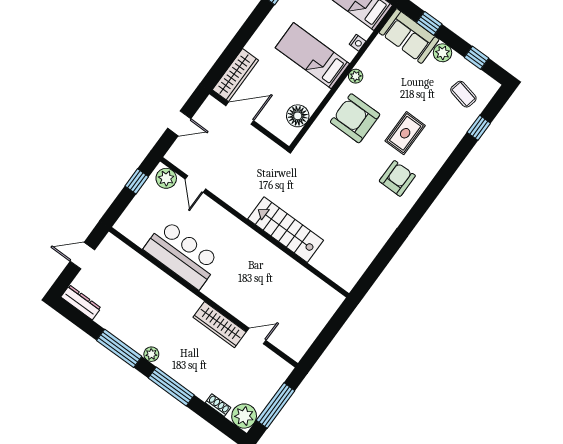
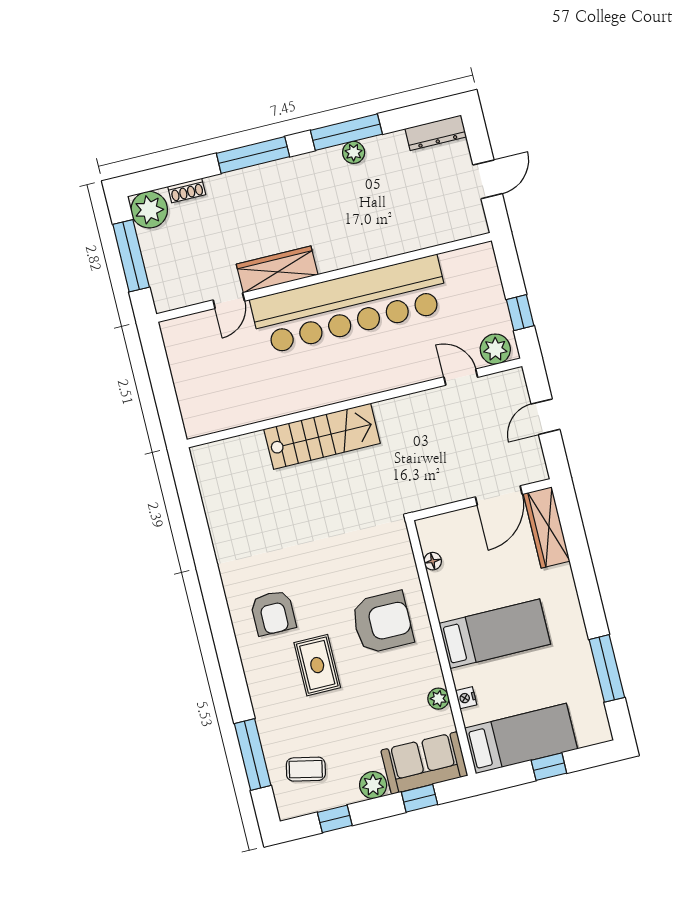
plant: (356, 76) -> (438, 699), moved
floor lamp: (298, 116) -> (433, 561), width x0.53, depth x0.53
window: (479, 128) -> (253, 754), width x2.17
bar counter: (182, 254) -> (350, 305), width x1.86
plant: (151, 354) -> (354, 152), moved

